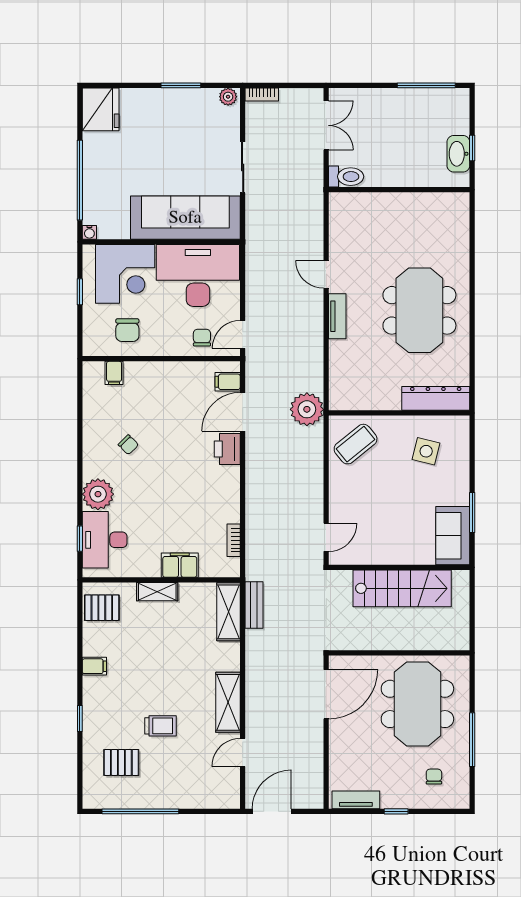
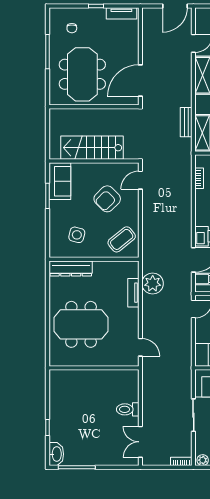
washbasin: (458, 154) -> (56, 454), moved
wall: (399, 190) -> (94, 368), moved
meeting table: (419, 310) -> (81, 324), turned 90
tv unit: (337, 316) -> (133, 293), moved
plant: (307, 409) -> (153, 283), moved
armchair: (378, 508) -> (107, 199), added
bench: (254, 605) -> (186, 122), moved

